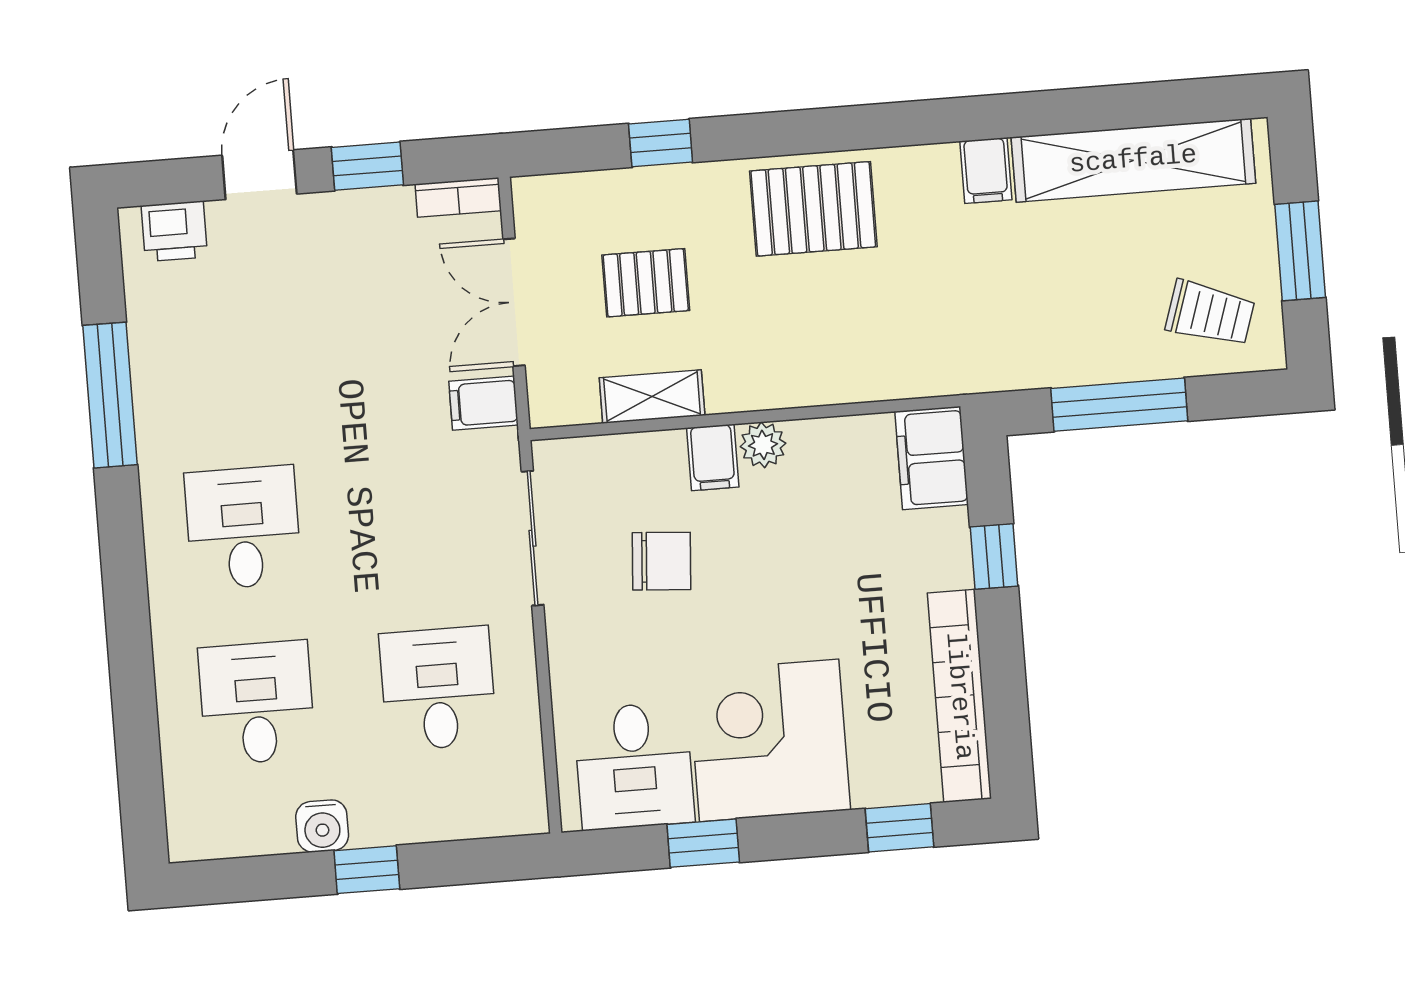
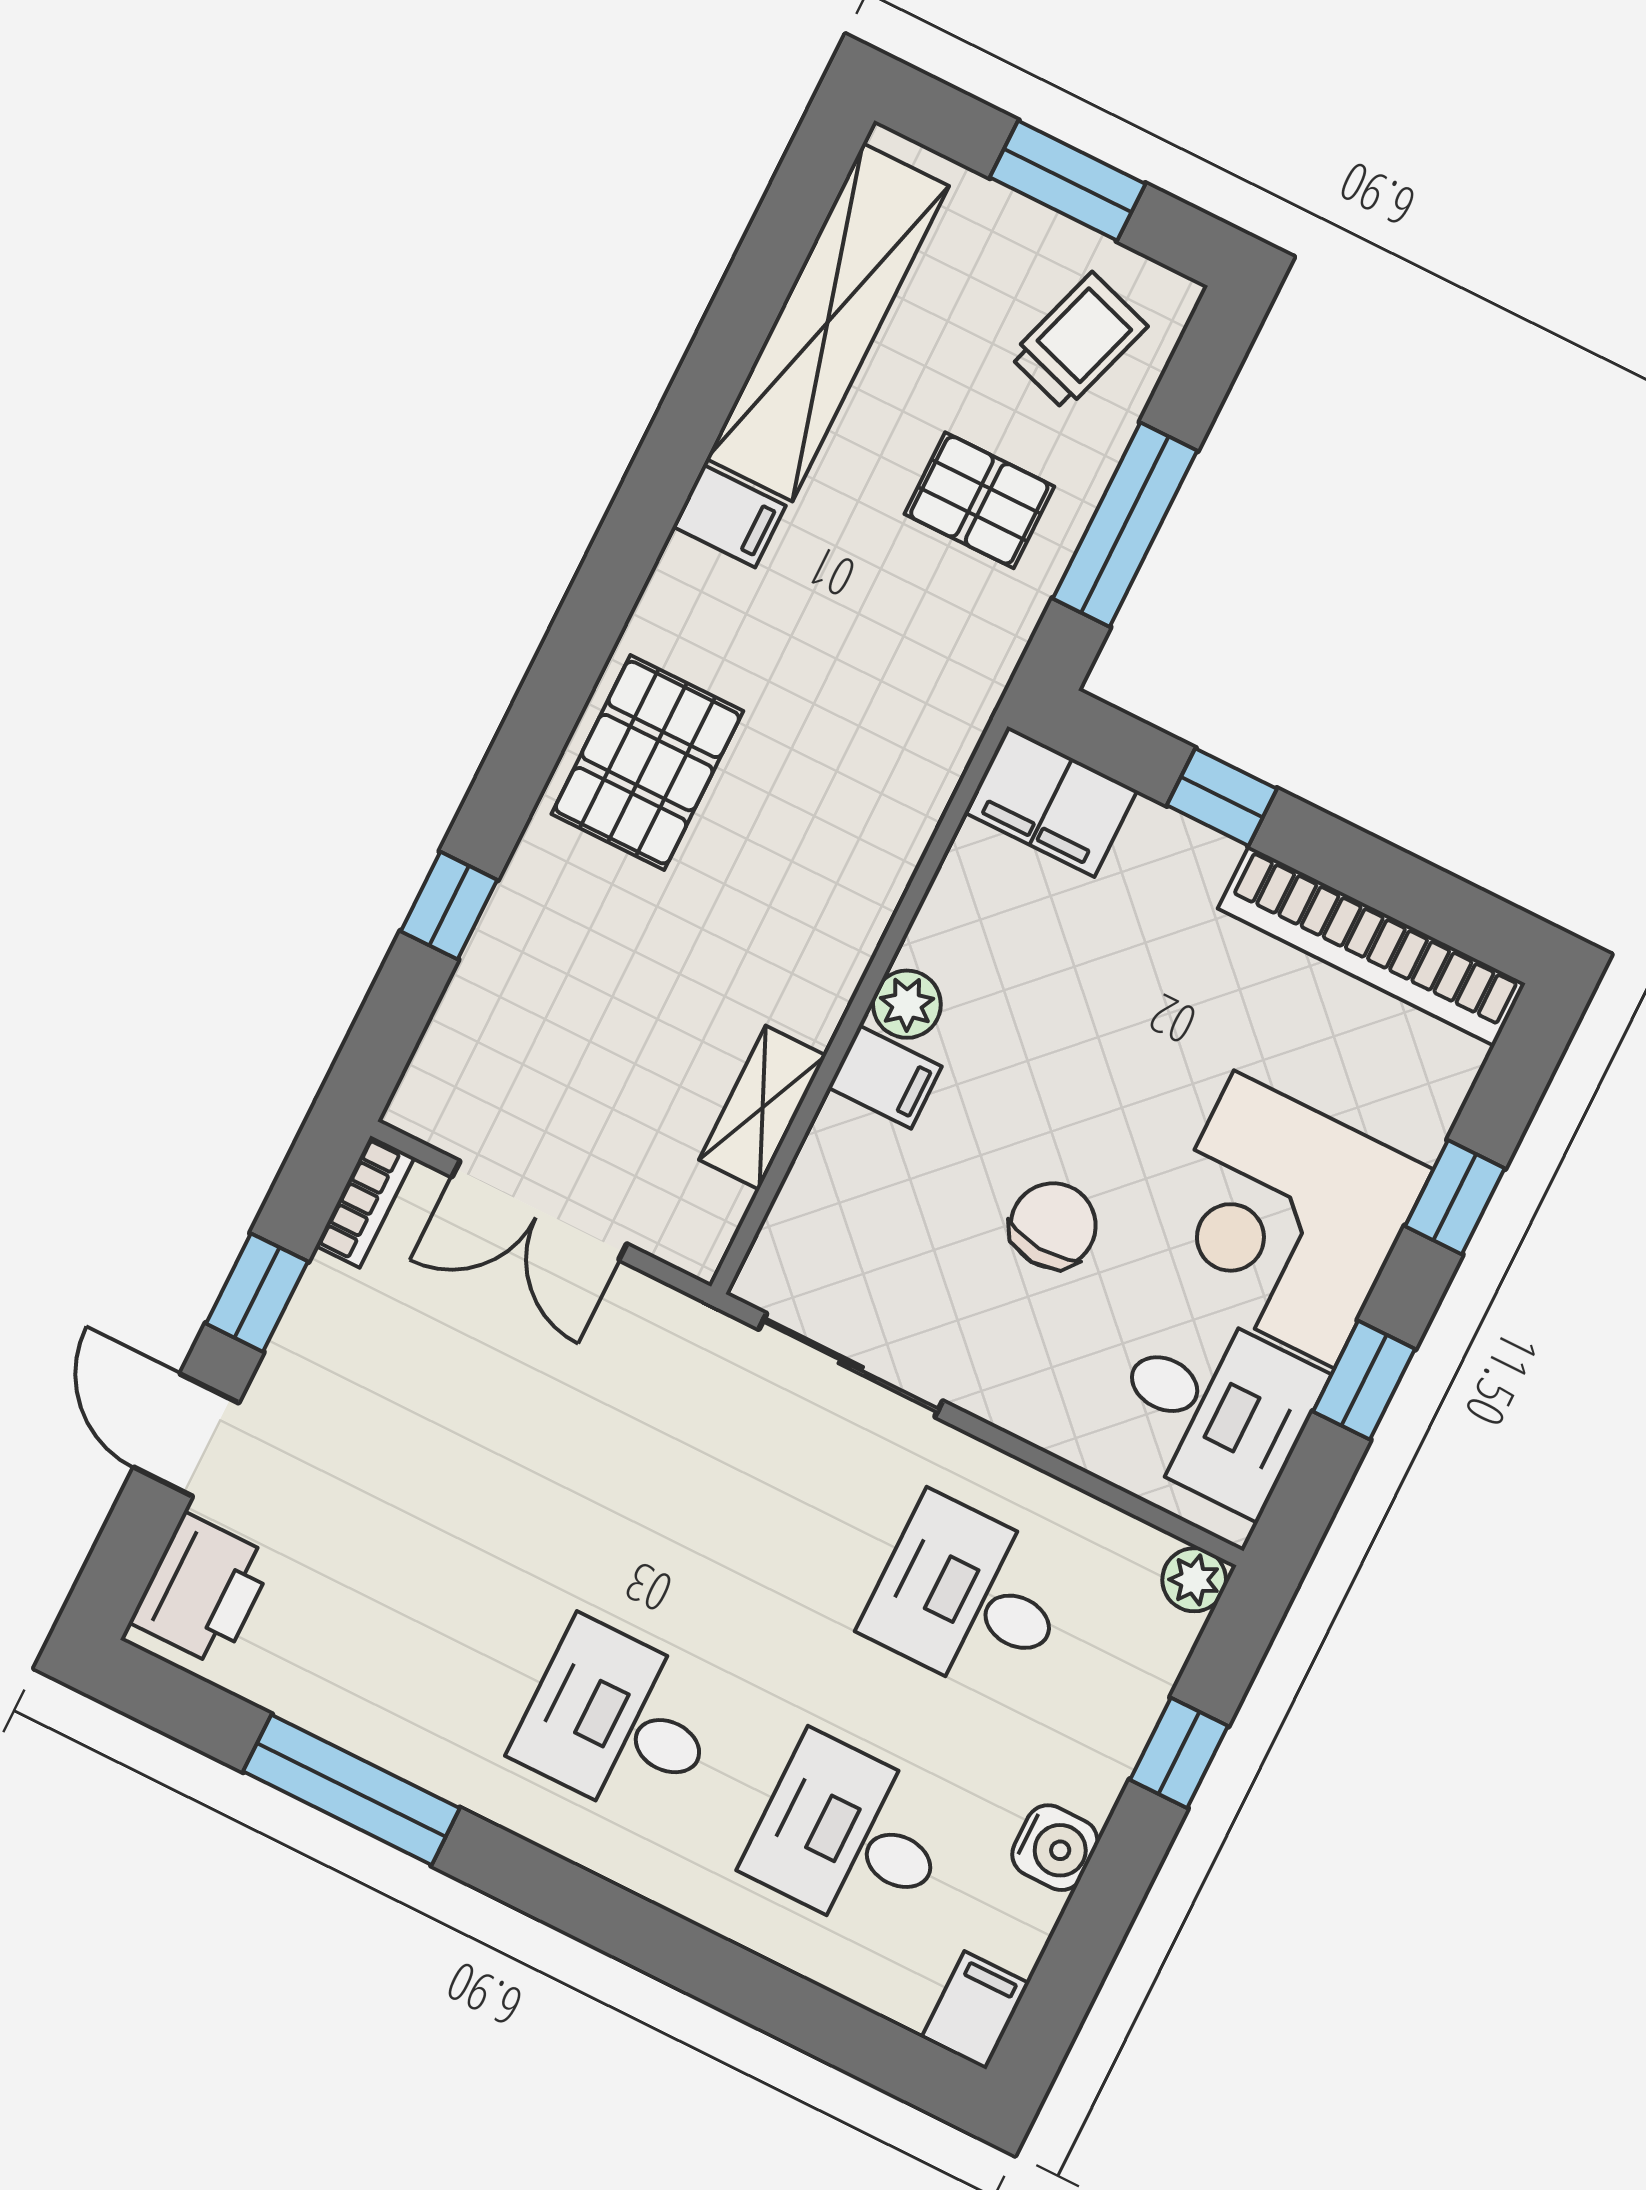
printer: (174, 231) -> (202, 1590), width x1.36, depth x1.24
pallet: (646, 283) -> (979, 500), moved, turned 90
filing cabinet: (484, 403) -> (975, 2010), moved, turned 180
chair: (662, 561) -> (1053, 1226), moved
plant: (527, 814) -> (1194, 1580), added
window: (900, 828) -> (1455, 1197), moved
window: (367, 870) -> (1179, 1753), moved

